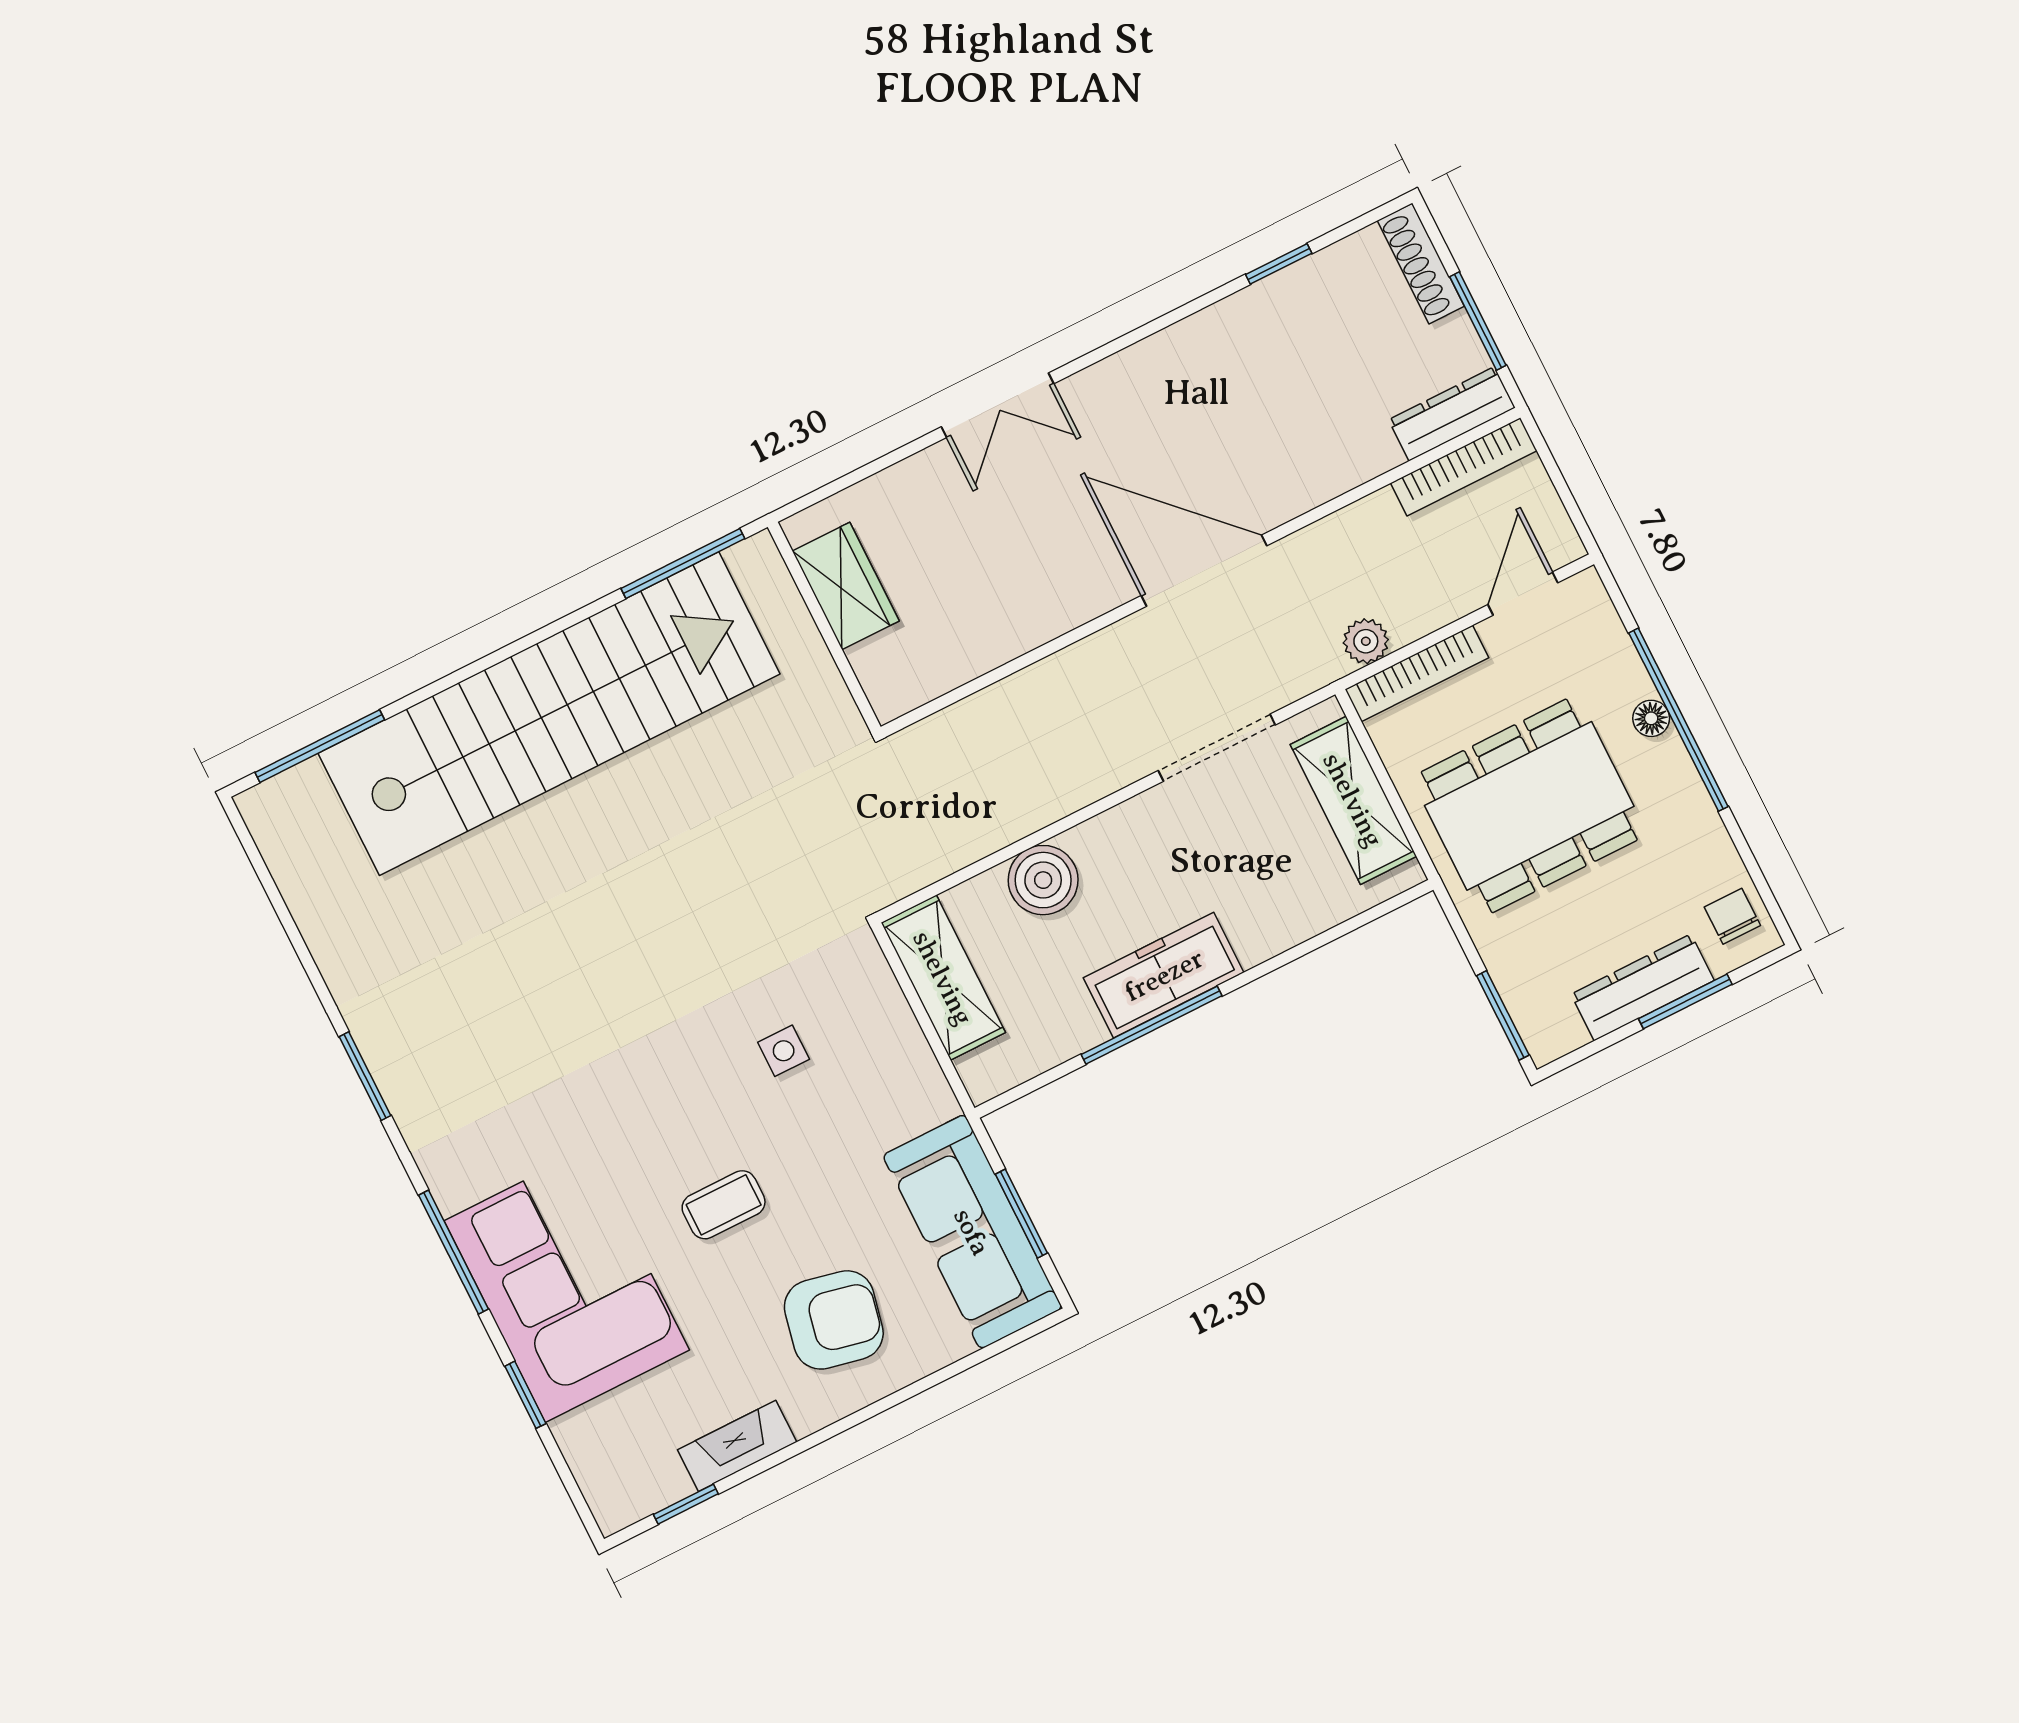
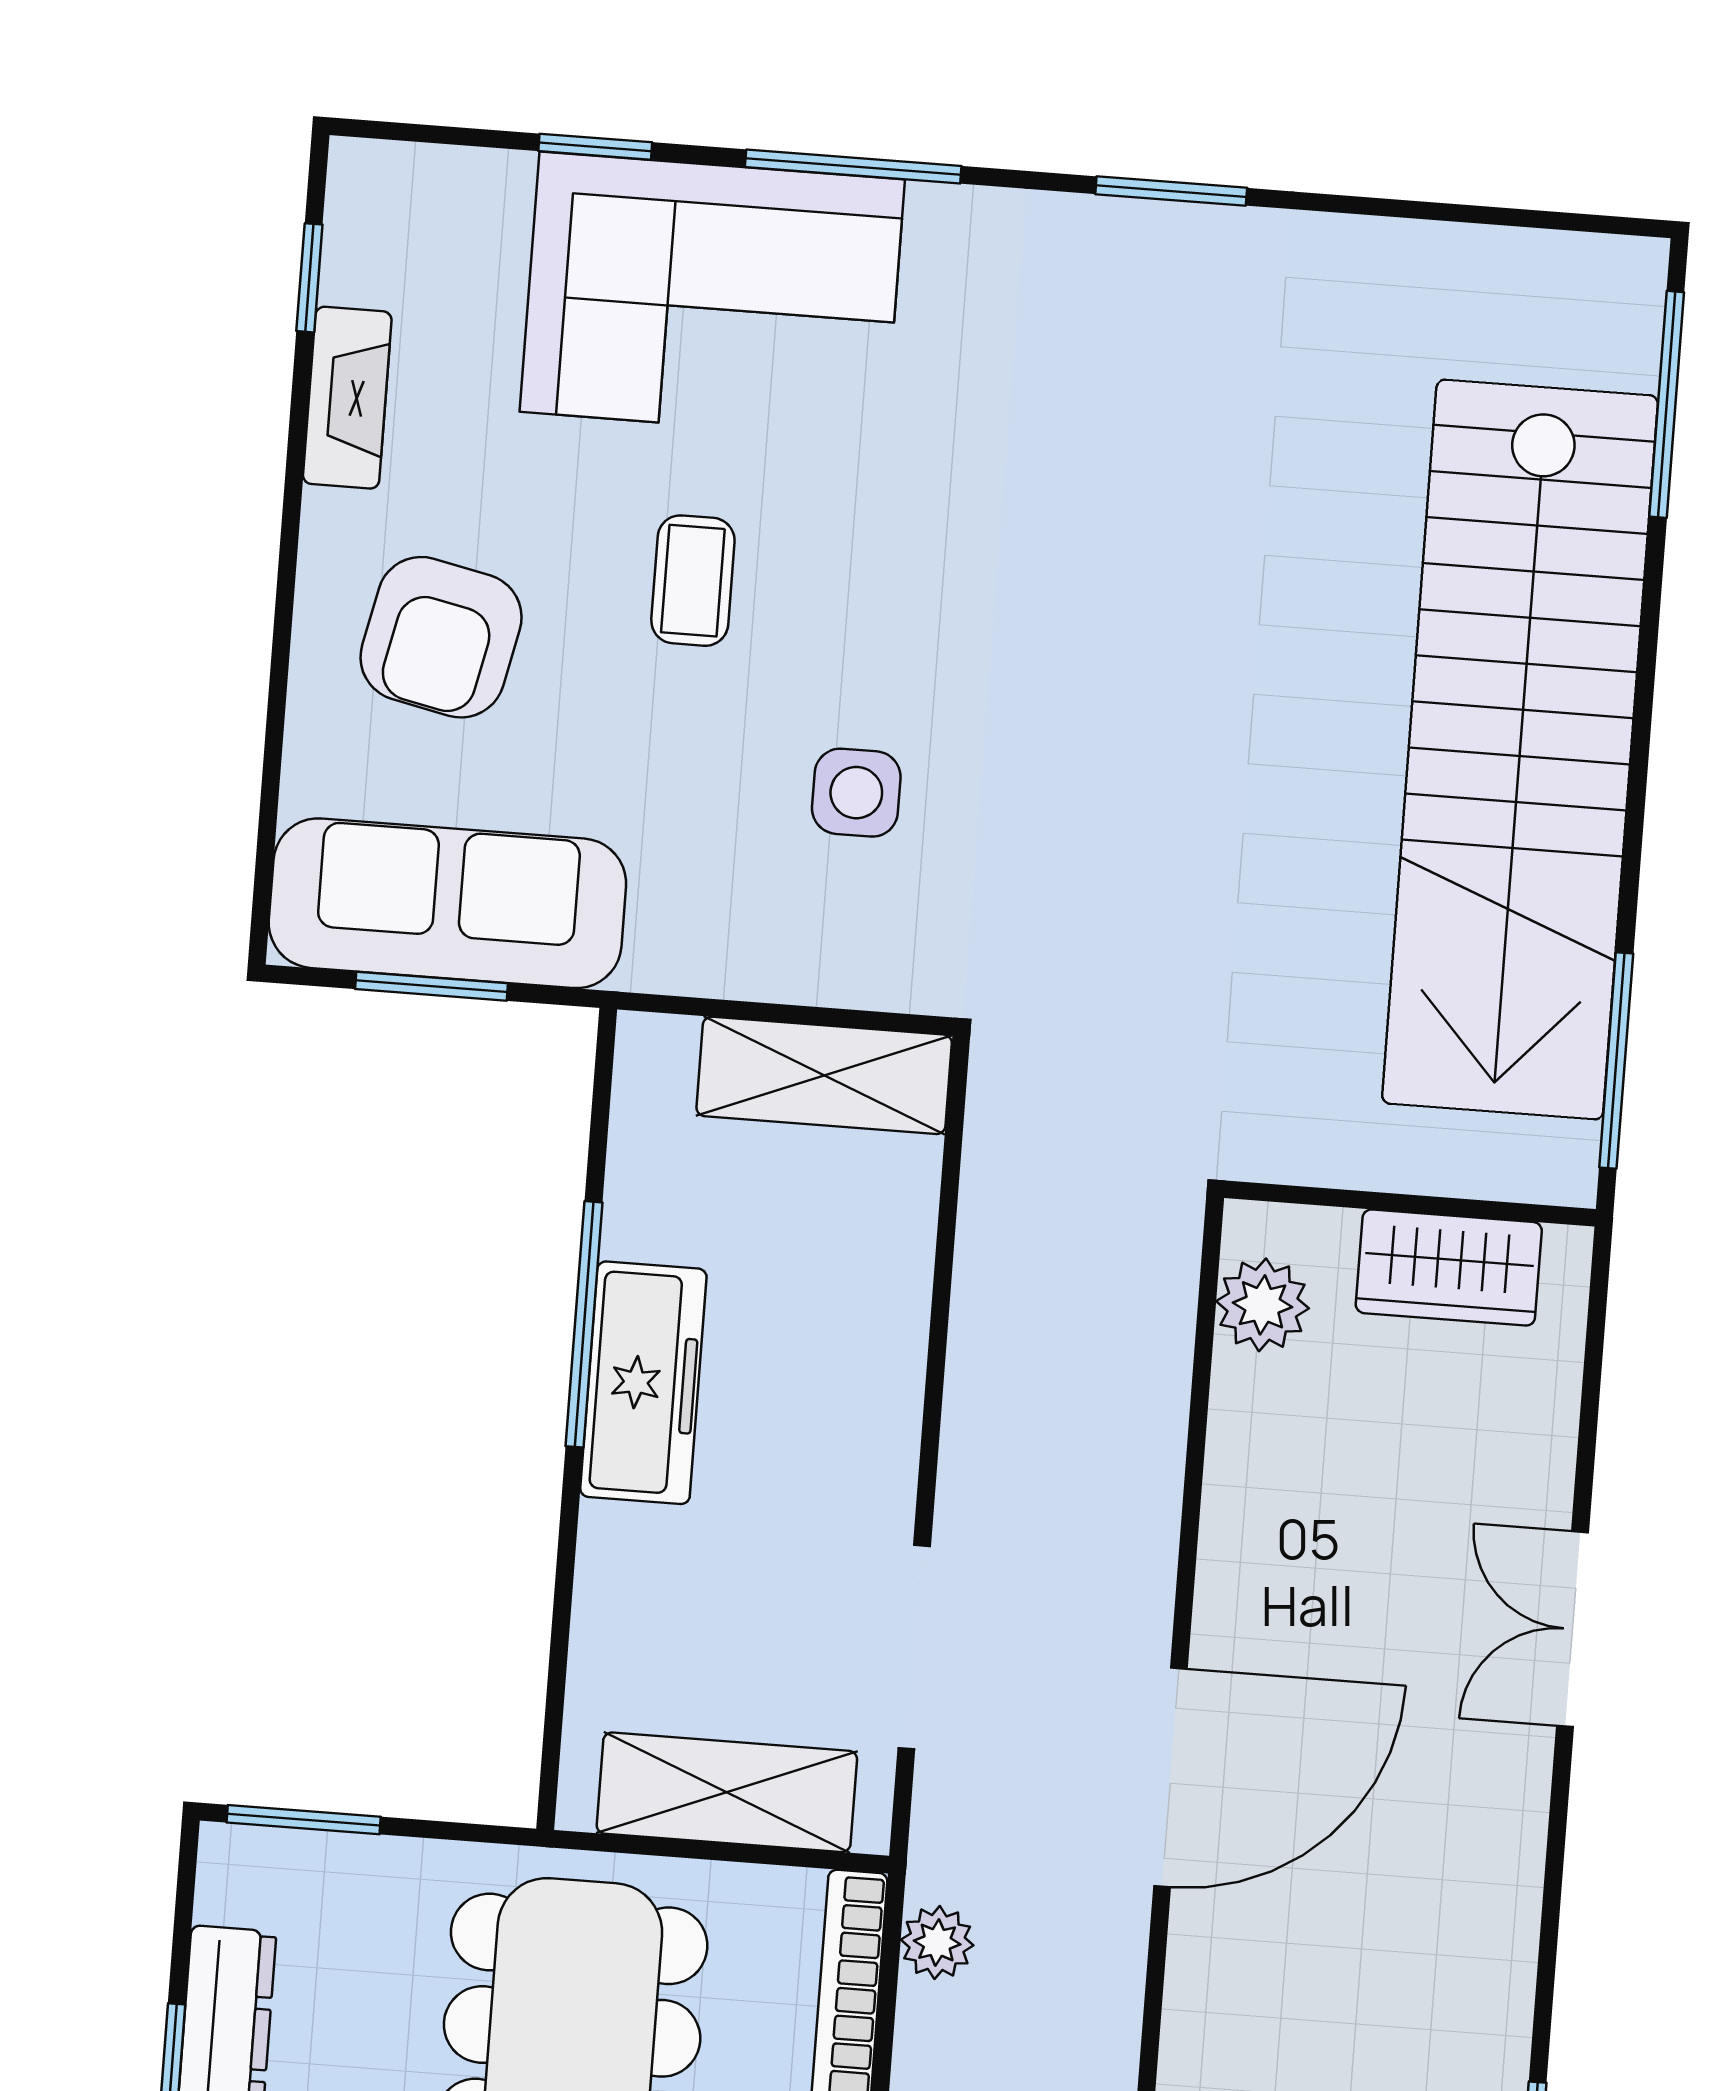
plant: (925, 673) -> (1263, 1305), added
boiler: (1043, 880) -> (876, 1295), removed
side table: (784, 1051) -> (856, 793), width x1.37, depth x1.37

